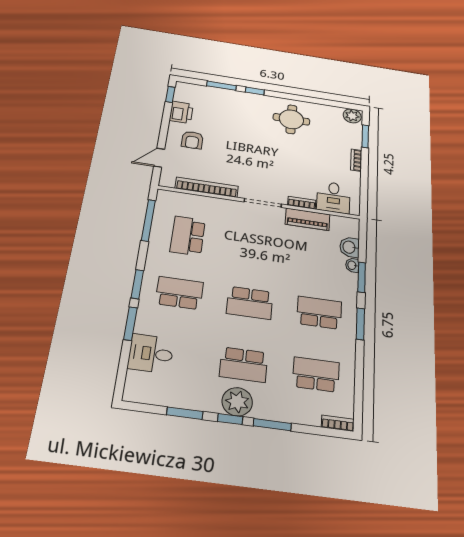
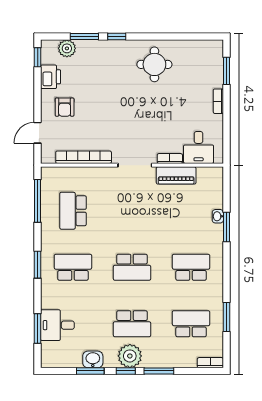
plant: (352, 116) -> (67, 48), moved
washbasin: (350, 247) -> (93, 359), moved, turned 90
window: (130, 324) -> (38, 328), moved
window: (360, 324) -> (226, 317), moved

